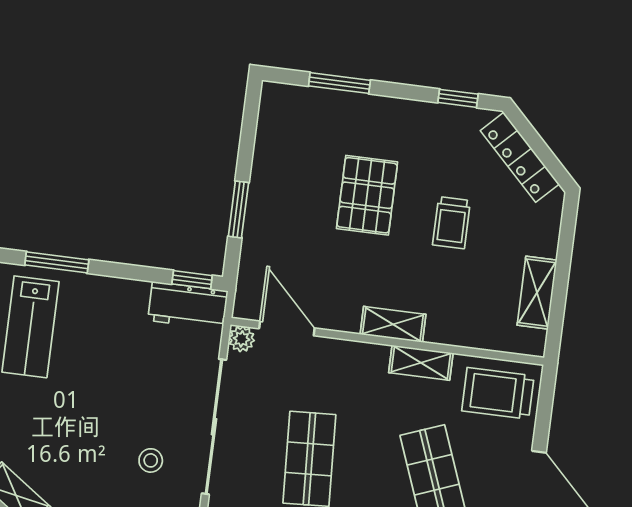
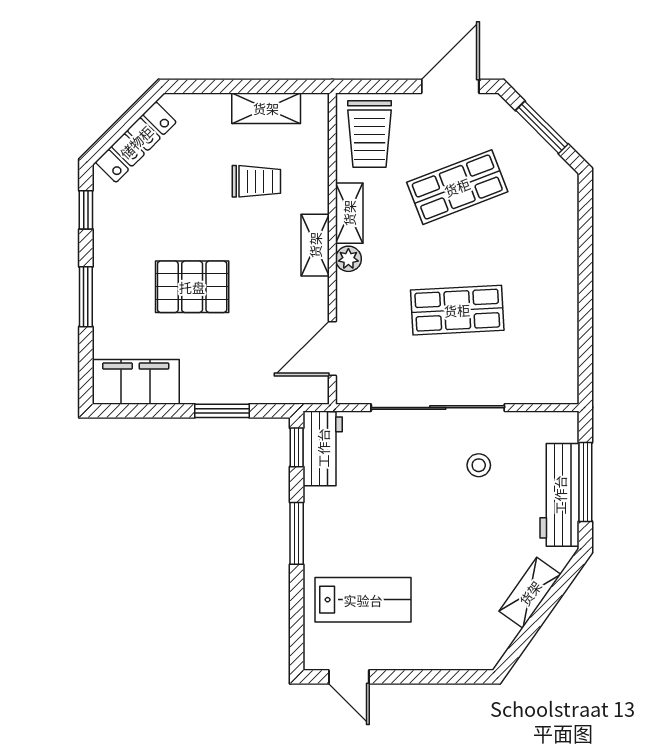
window: (339, 83) -> (86, 297), moved
filing cabinet: (279, 126) -> (136, 382), added
trolley: (451, 223) -> (256, 181), moved
window: (57, 262) -> (297, 533), moved
plant: (242, 339) -> (348, 259), moved

